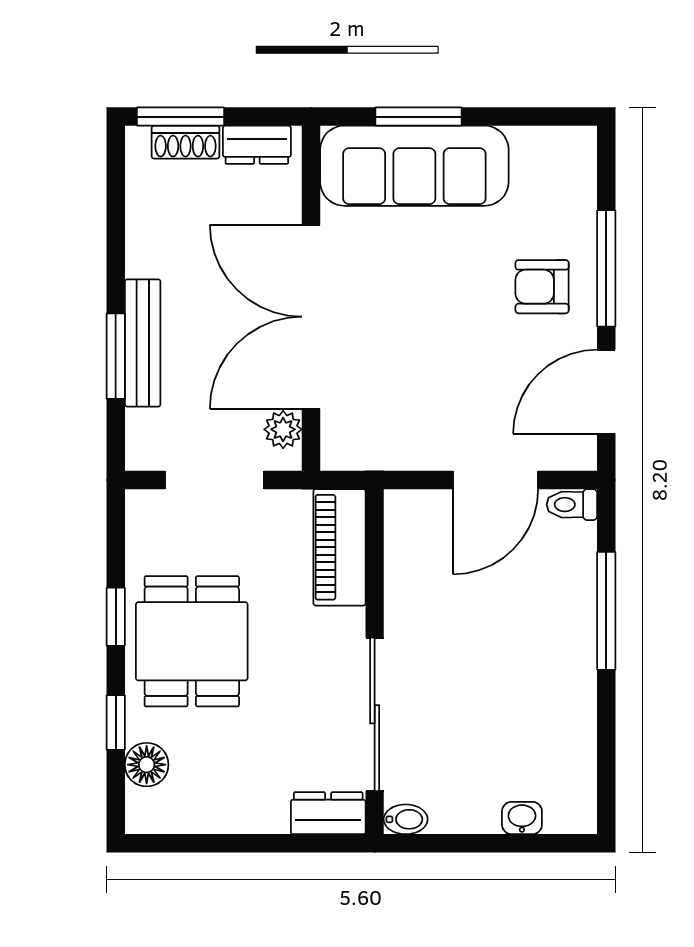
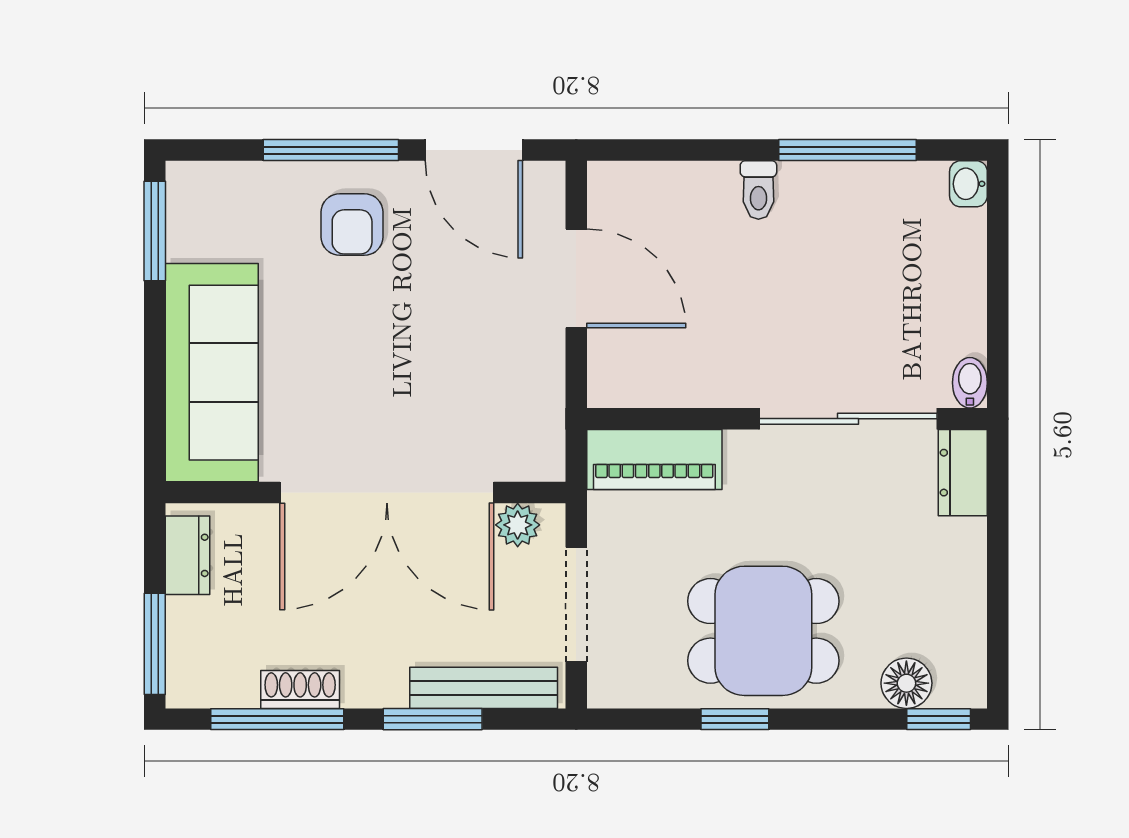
window: (419, 117) -> (155, 231), moved
shoe rack: (185, 142) -> (300, 689), moved, turned -90
window: (116, 222) -> (277, 719), added
bench: (143, 343) -> (484, 688), moved
toilet: (572, 505) -> (758, 190), moved
window: (606, 611) -> (847, 150), moved
window: (116, 723) -> (939, 719), moved
washbasin: (522, 818) -> (968, 184), moved

